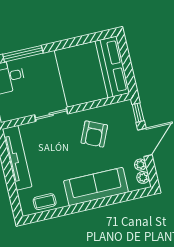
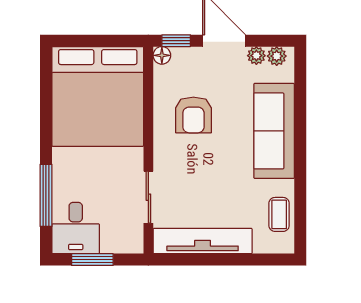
floor lamp: (127, 106) -> (162, 55), added
sliding door: (51, 114) -> (148, 197), moved
armchair: (94, 134) -> (193, 115), turned 66

